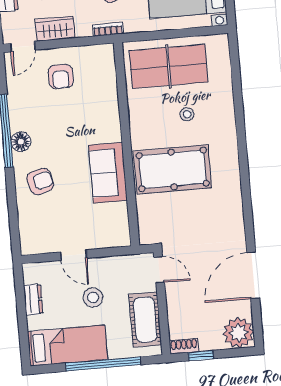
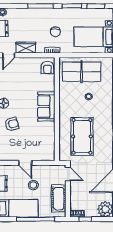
armchair: (61, 77) -> (47, 68), moved
pool table: (173, 169) -> (82, 136), moved, turned 90
sofa: (108, 173) -> (46, 107), moved

